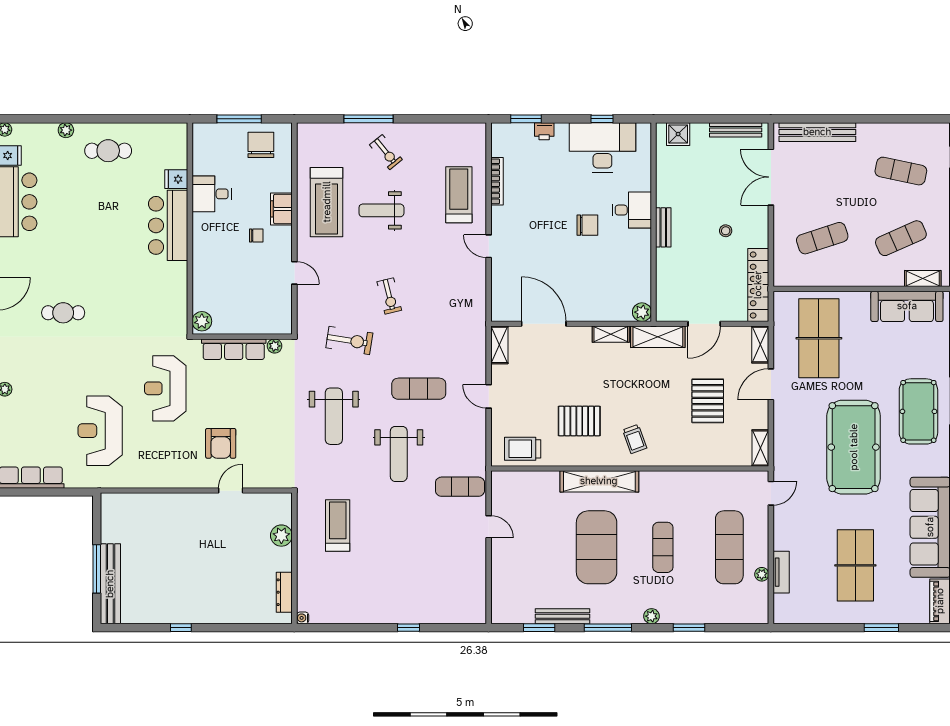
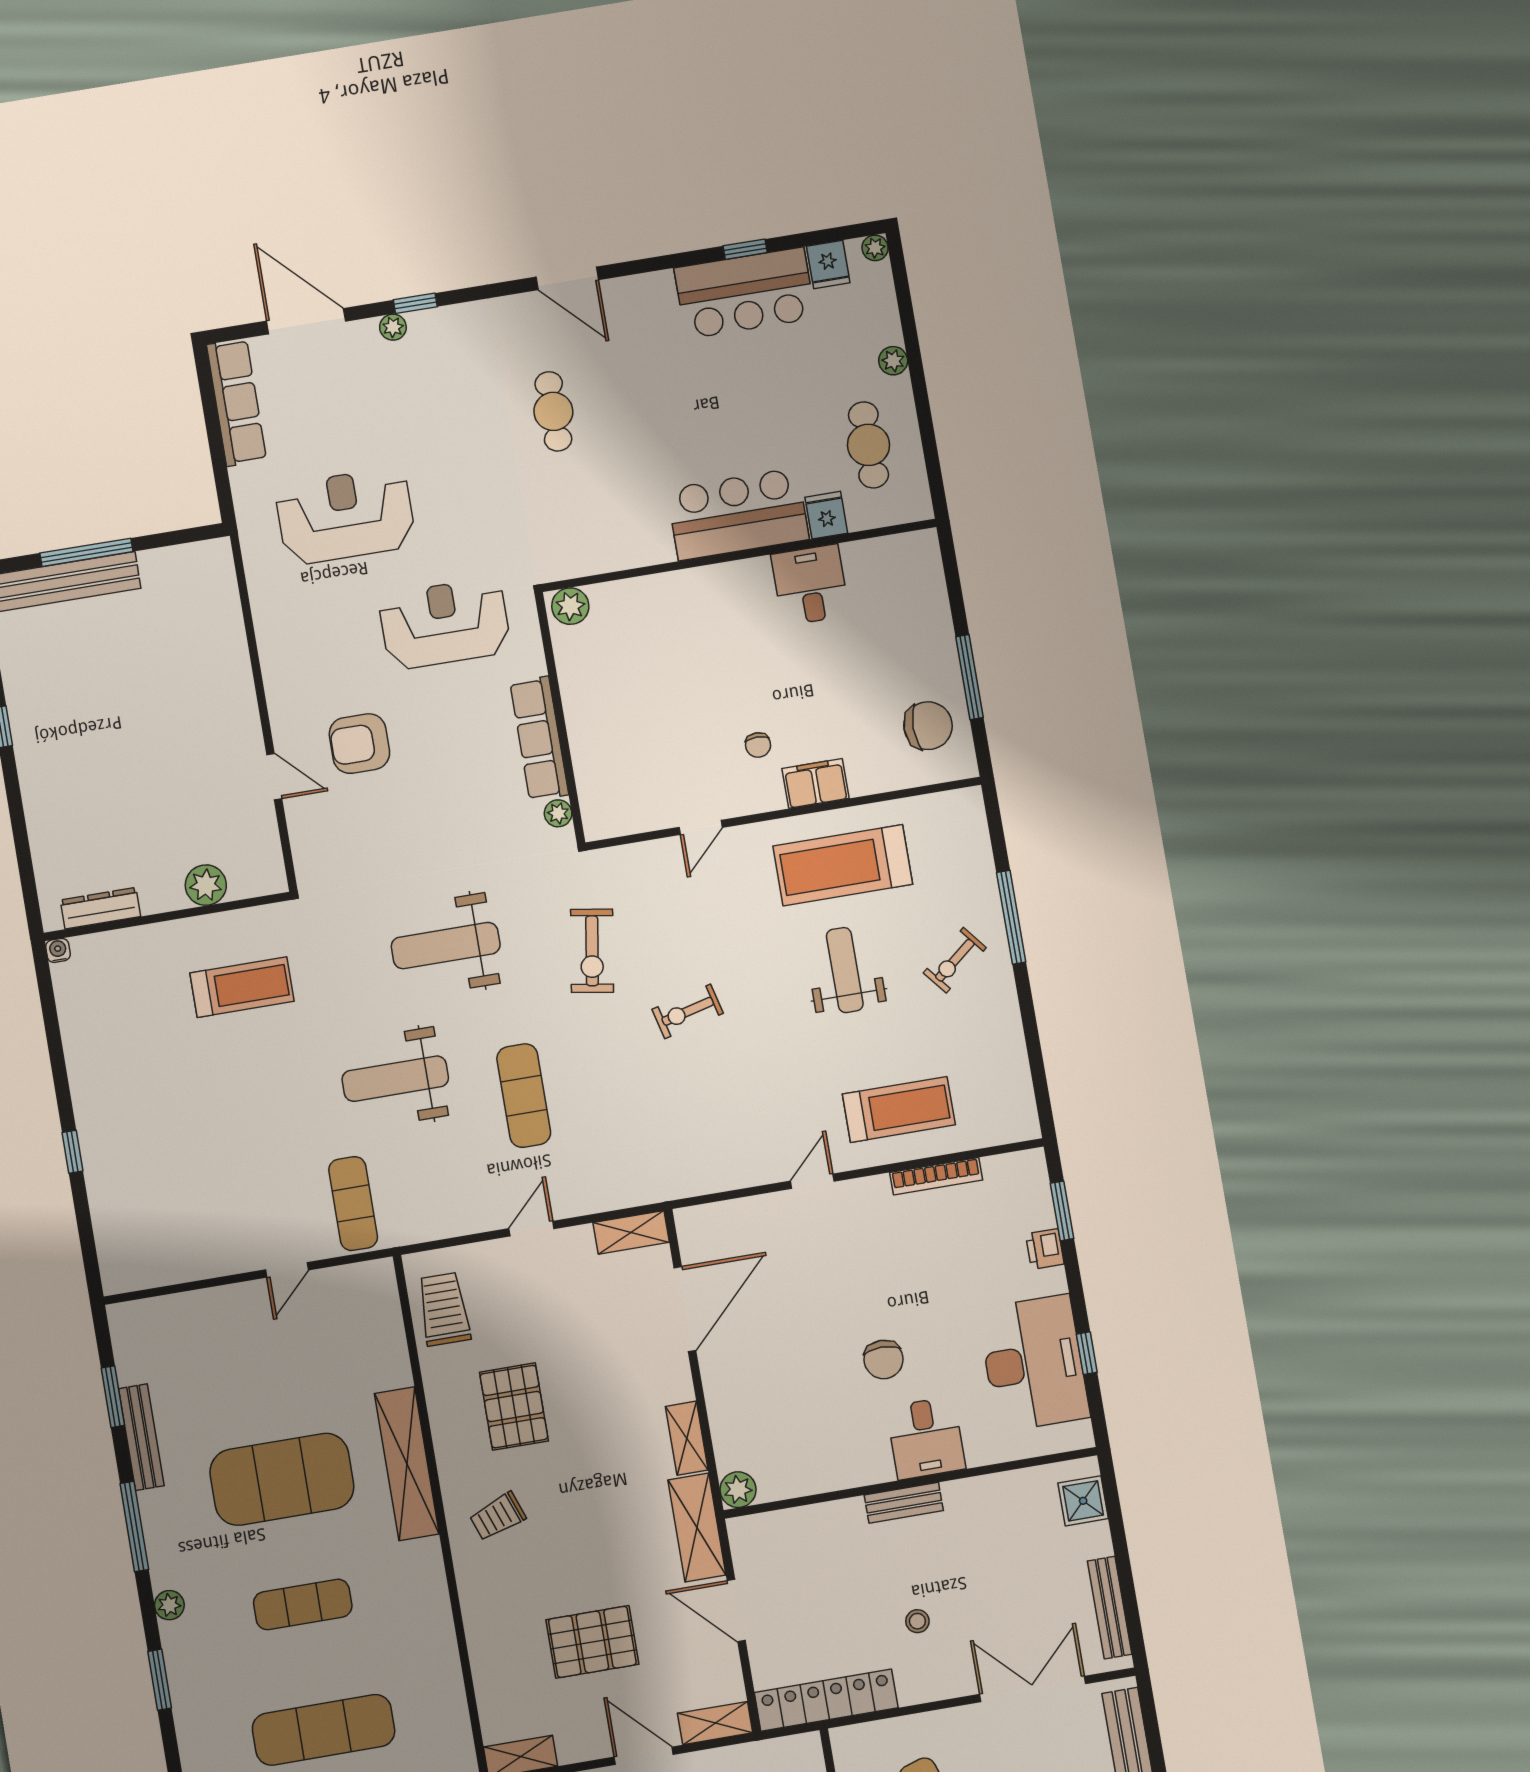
fridge: (176, 179) -> (826, 515), moved
desk: (212, 194) -> (810, 585), moved
bar counter: (168, 225) -> (738, 514), moved
wall: (190, 228) -> (739, 555), moved
plant: (202, 321) -> (570, 606), moved

